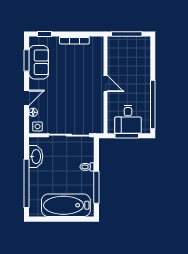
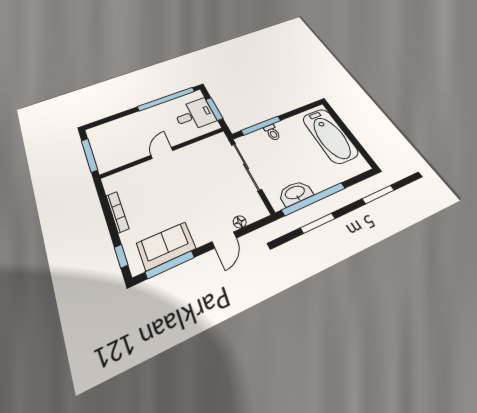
window: (27, 60) -> (170, 265), width x1.44
door: (27, 98) -> (224, 240), swing flipped
side table: (37, 126) -> (256, 208), removed
window: (27, 183) -> (314, 199), moved
window: (96, 187) -> (261, 126), moved

